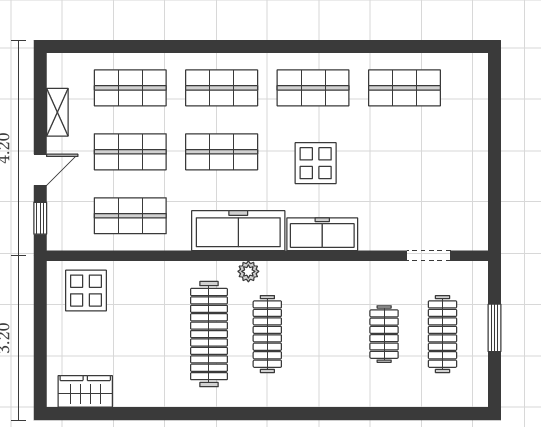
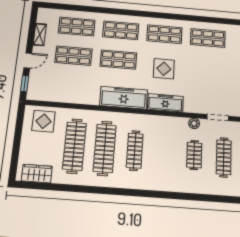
shop shelf: (130, 216) -> (70, 86), removed
plant: (248, 271) -> (194, 123), moved
clothes rail: (151, 334) -> (74, 146), added

